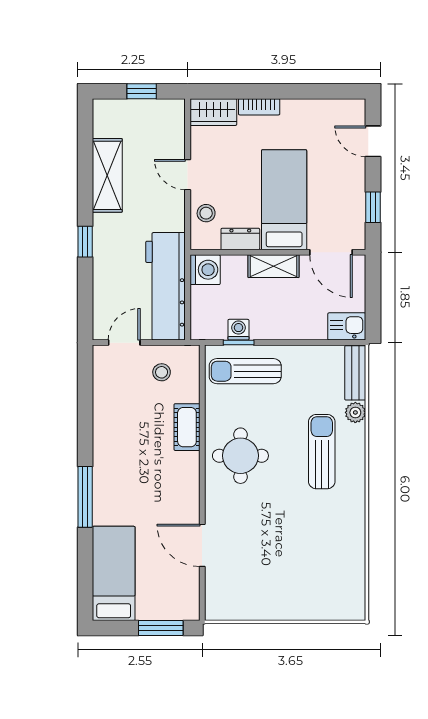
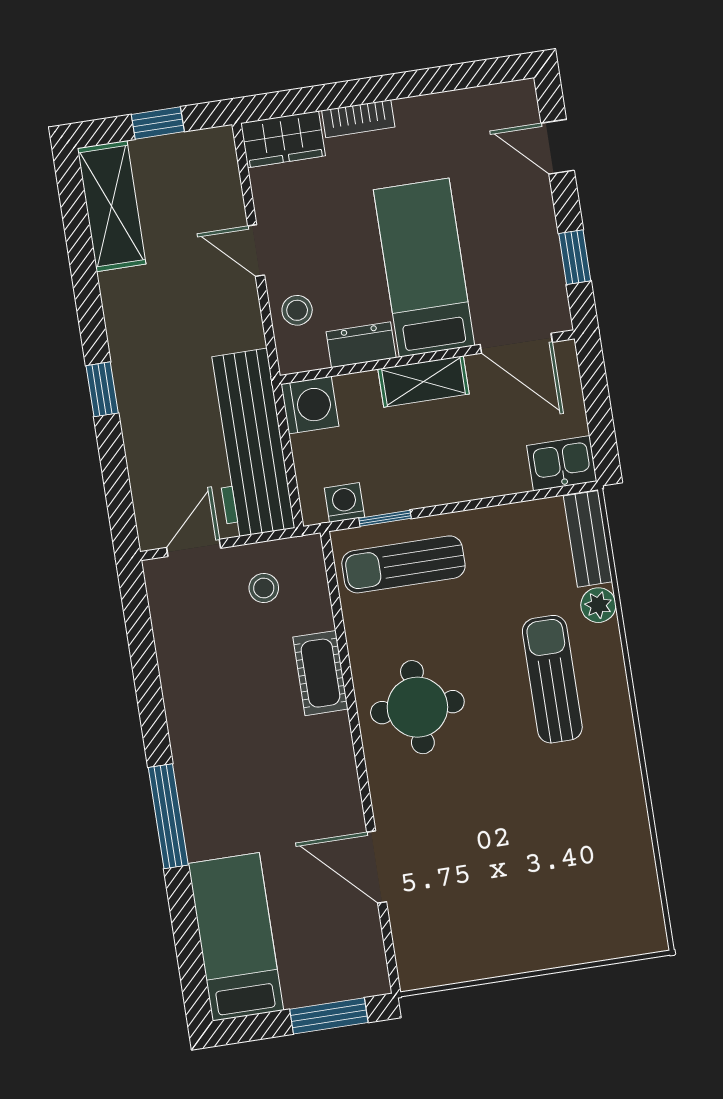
shelving: (107, 175) -> (112, 206), moved
washing machine: (238, 330) -> (344, 503), moved

